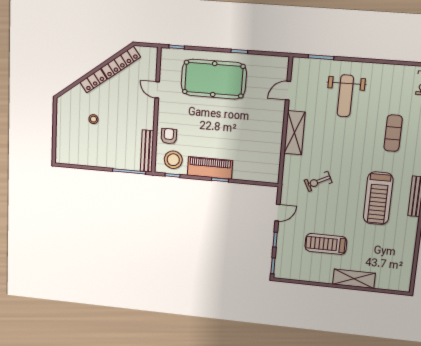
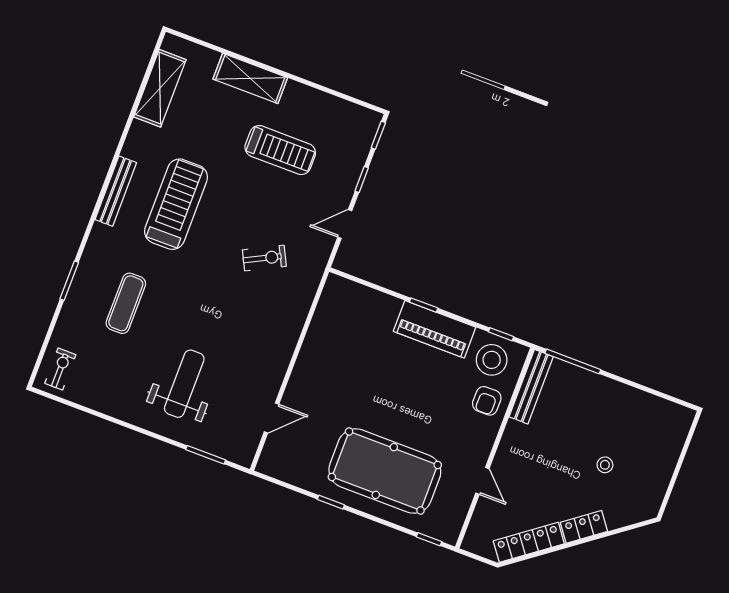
shelving: (295, 133) -> (160, 88), moved

